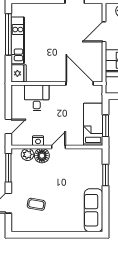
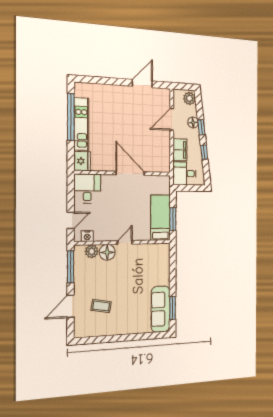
door: (80, 83) -> (130, 173), moved
desk: (37, 98) -> (87, 189), moved
nightstand: (38, 141) -> (87, 236), moved
window: (106, 175) -> (173, 308), moved

